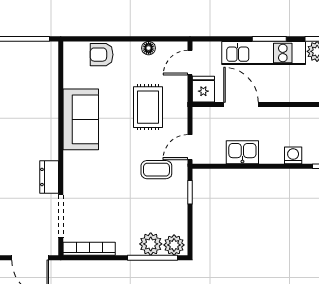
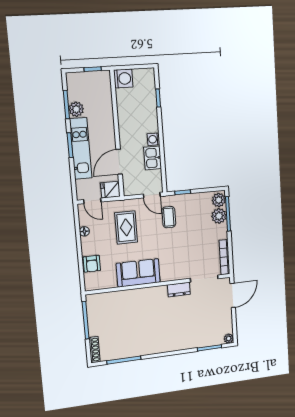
rug: (148, 107) -> (126, 227), turned 90
washing machine: (293, 155) -> (153, 139), moved

